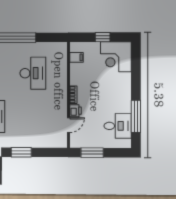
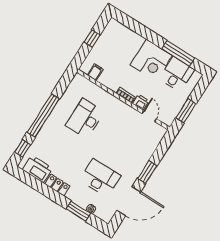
corner desk: (116, 57) -> (151, 60), moved
desk: (33, 73) -> (85, 118), turned -90

